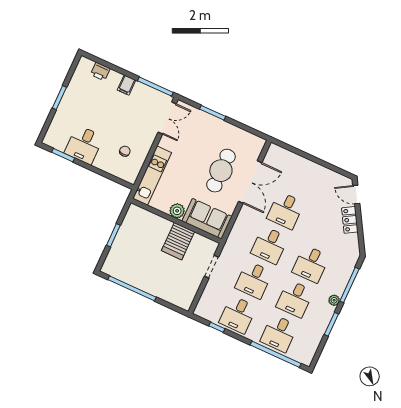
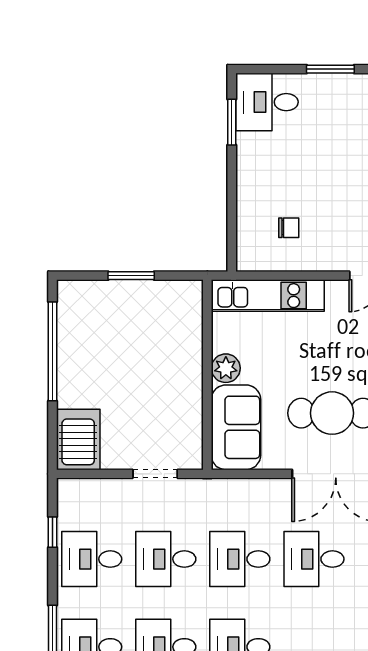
desk: (84, 145) -> (267, 102), moved
server rack: (178, 241) -> (78, 440), moved, turned 90

